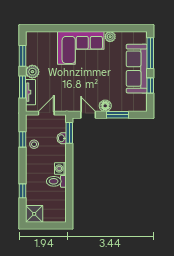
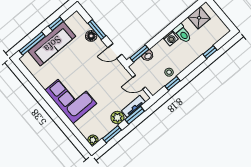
plant: (110, 37) -> (93, 140), moved
floor lamp: (105, 106) -> (91, 36), moved
door: (88, 115) -> (115, 51), hinge flipped
shower: (34, 214) -> (199, 18), moved

